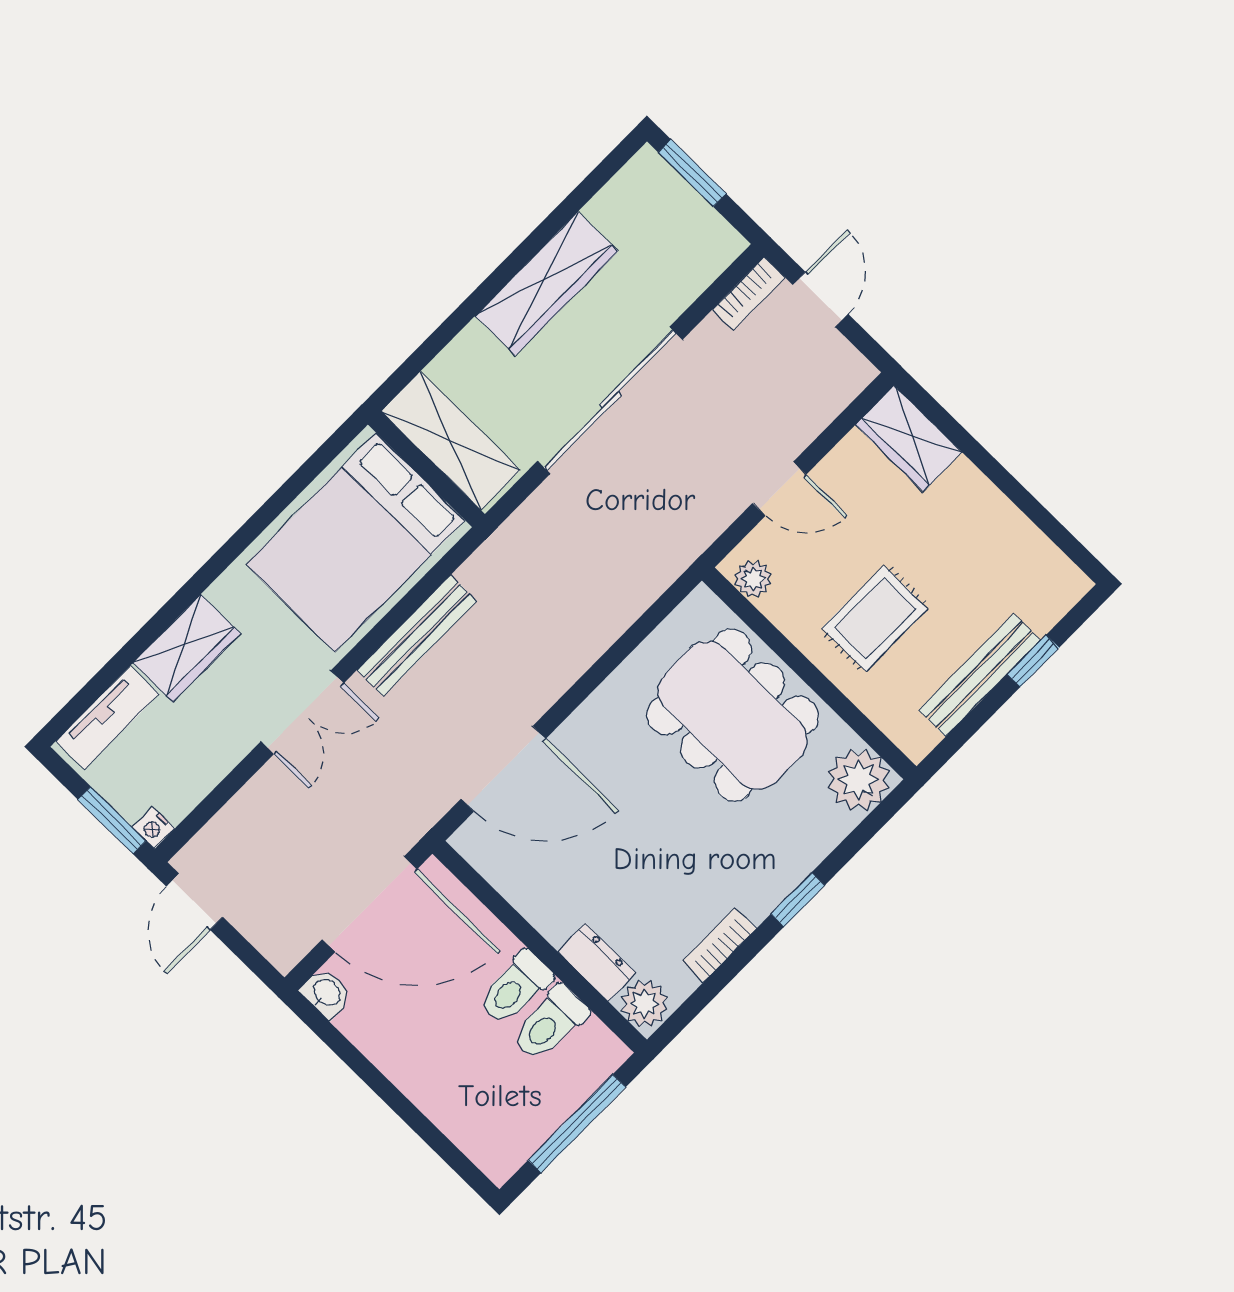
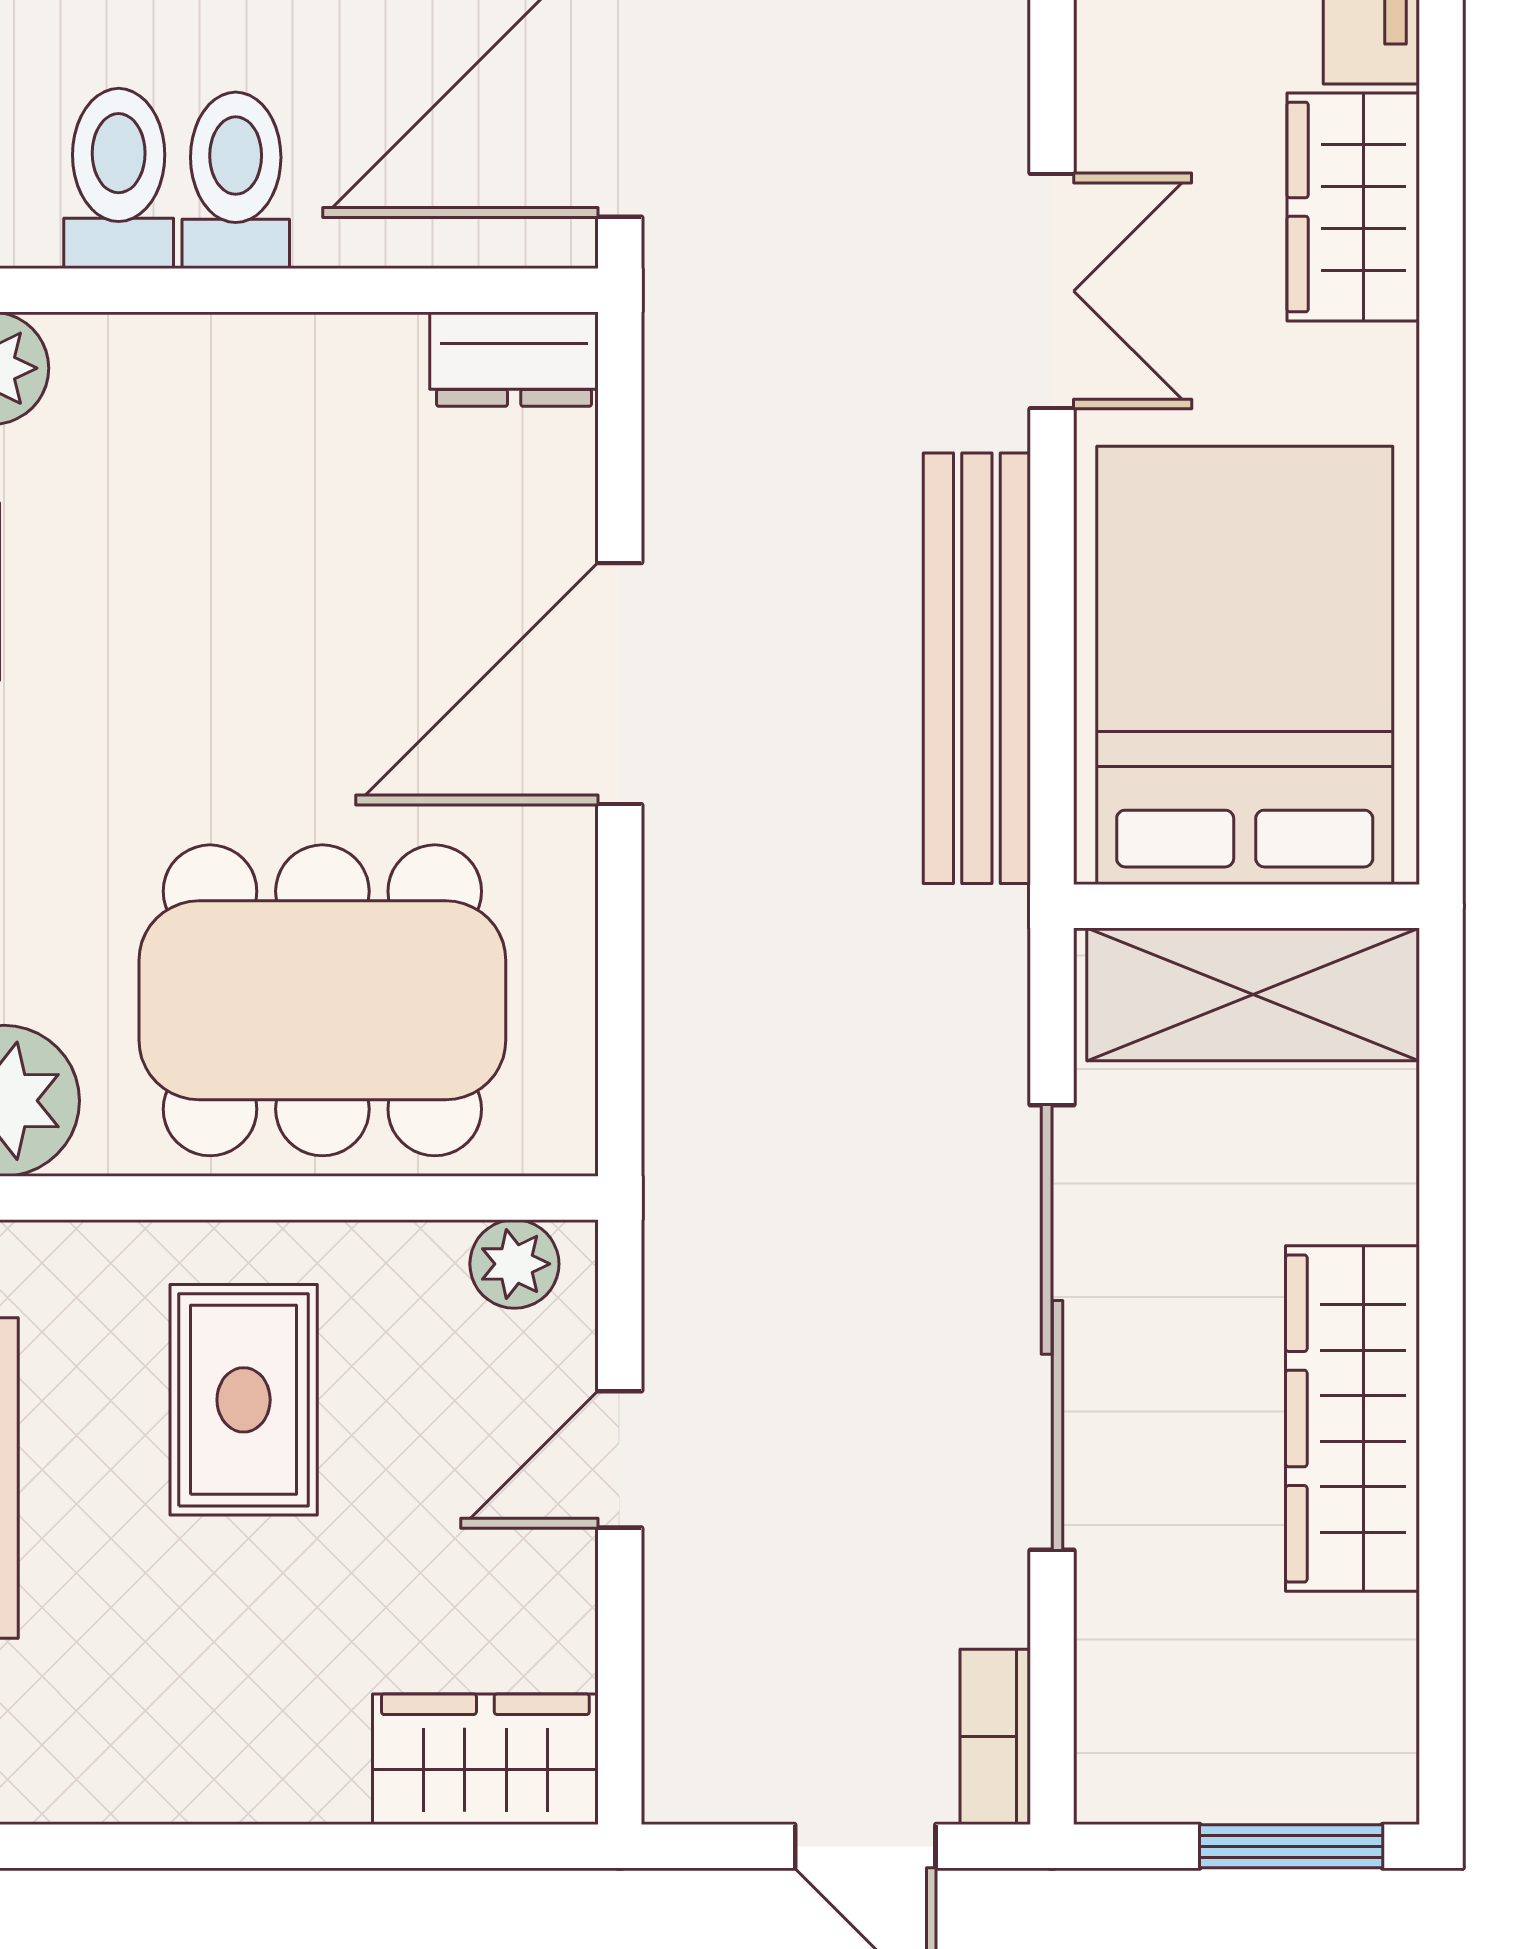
bench: (417, 636) -> (977, 668), width x1.37, depth x1.21
double door: (302, 712) -> (1052, 291), swing flipped
door: (503, 769) -> (620, 684), moved
dresser: (597, 962) -> (514, 359), moved

